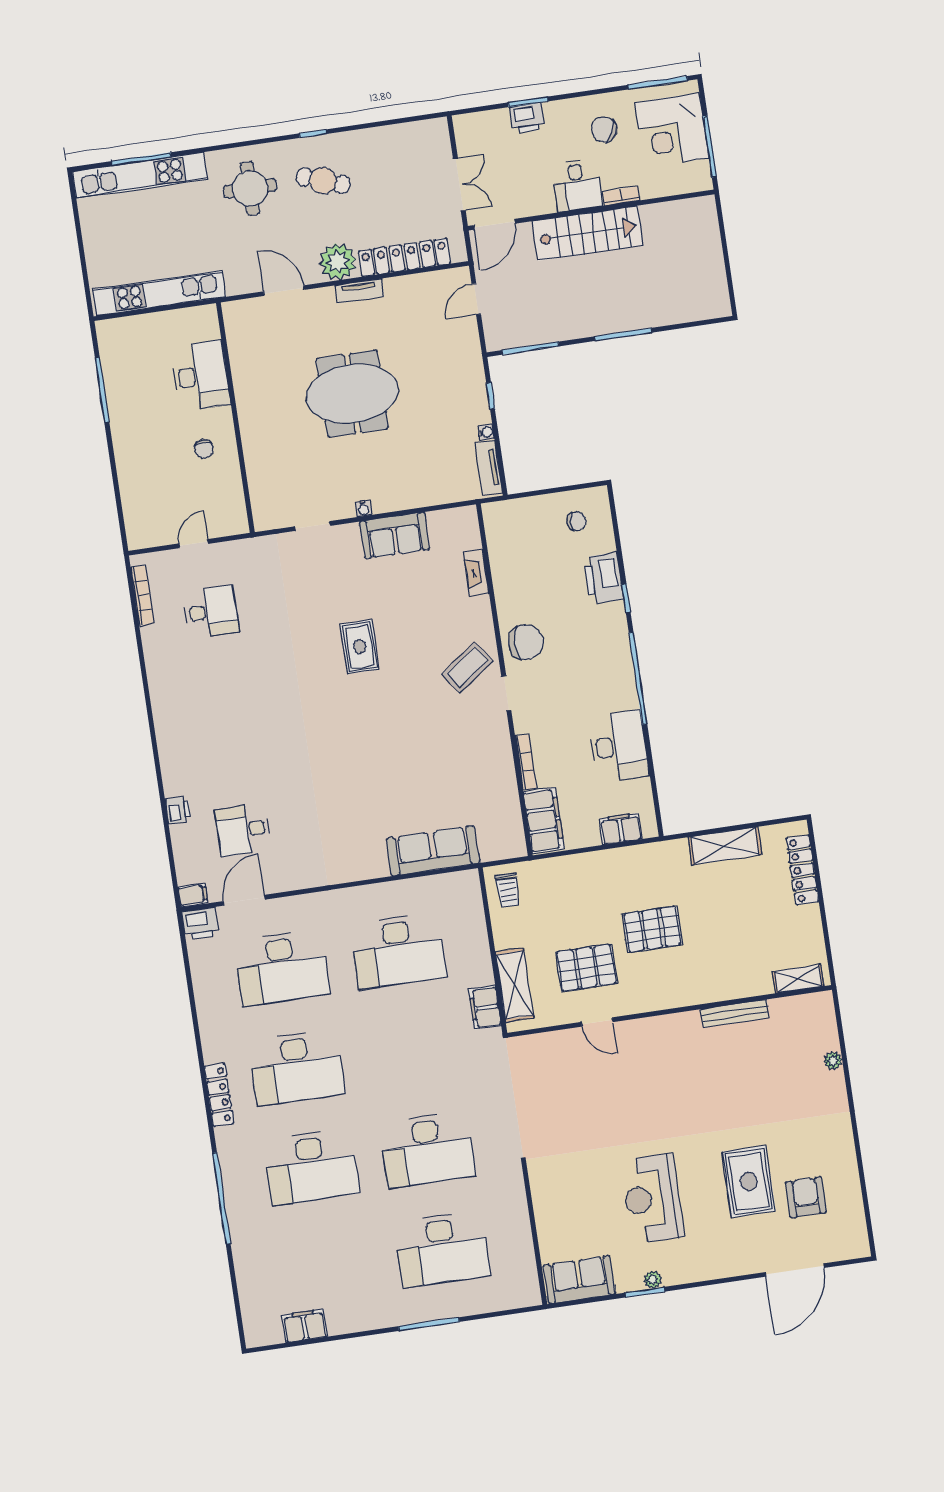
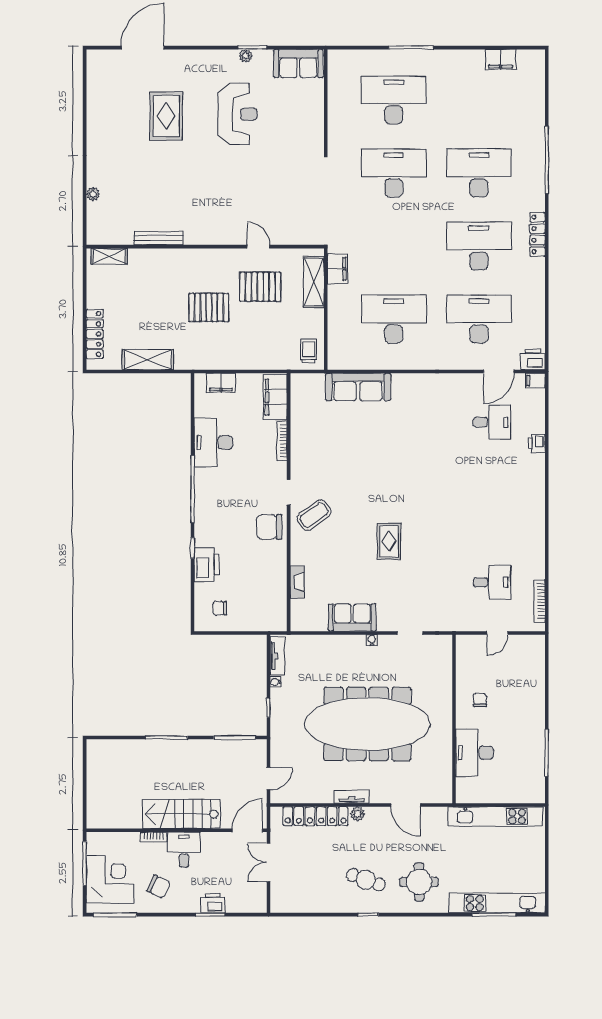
plant: (338, 262) -> (358, 814), width x0.53, depth x0.53
meeting table: (352, 394) -> (367, 724), width x1.86, depth x1.27
desk: (211, 612) -> (492, 582), turned 180
armchair: (806, 1197) -> (127, 99), removed

